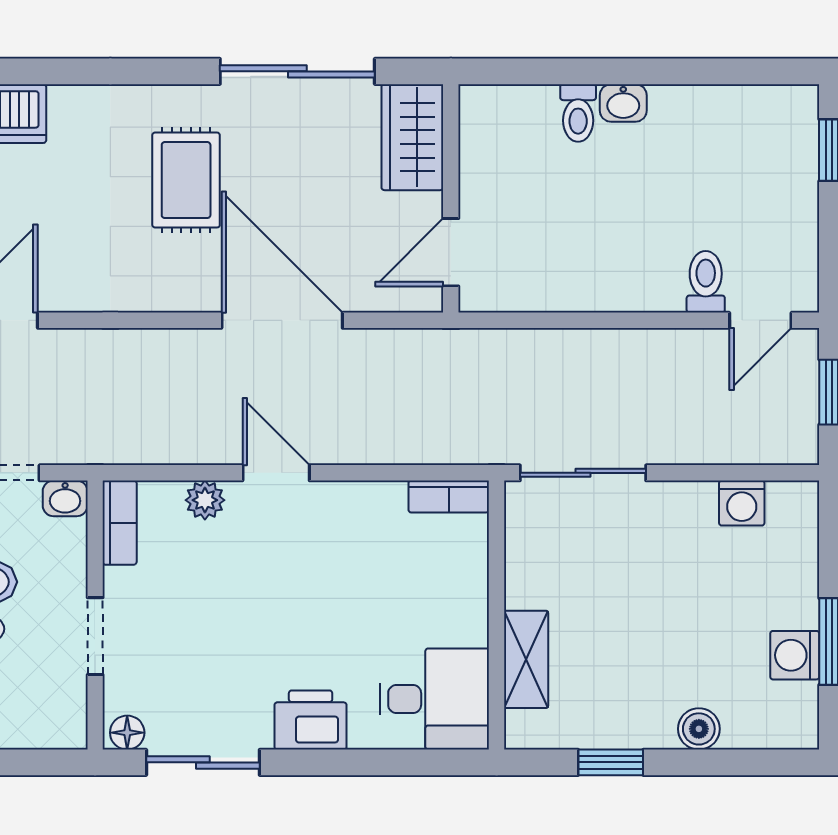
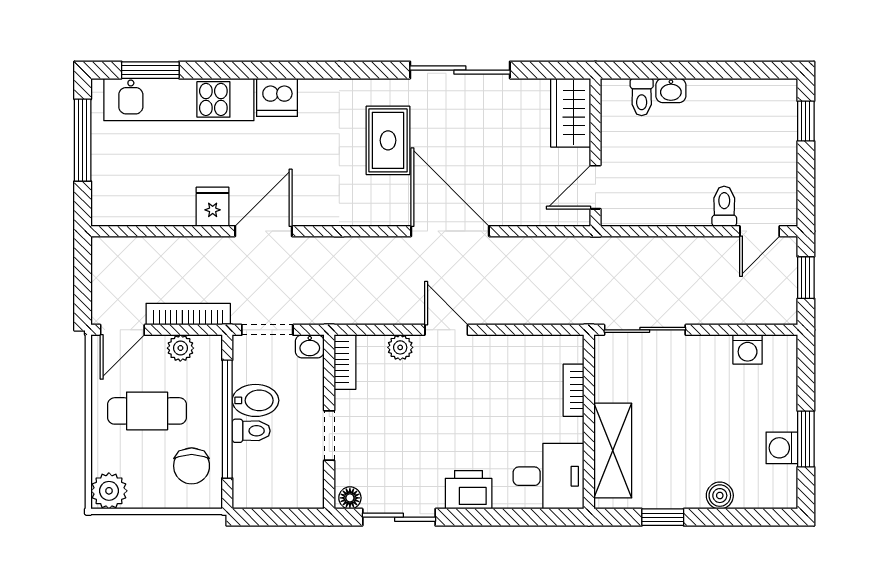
wardrobe: (412, 137) -> (571, 113), moved
wall: (451, 198) -> (595, 152), moved
door: (451, 252) -> (595, 187), moved
bookcase: (449, 496) -> (574, 390), moved, turned 90
shelving: (526, 659) -> (613, 451), width x1.50, depth x1.33

